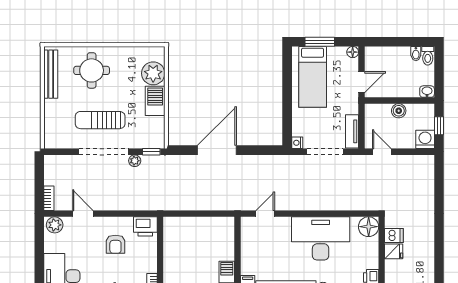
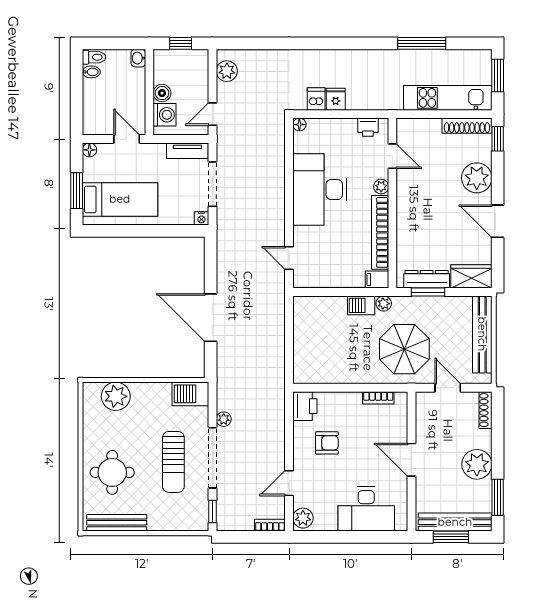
barbecue: (155, 101) -> (190, 394), moved
washing machine: (425, 139) -> (165, 115), moved, turned 180
window: (151, 152) -> (212, 511), moved
plant: (416, 163) -> (227, 71), added
floor lamp: (369, 227) -> (299, 125), width x0.53, depth x0.53

